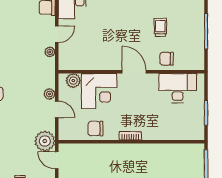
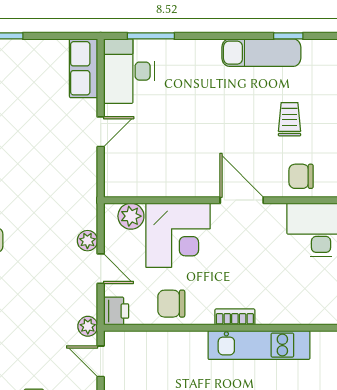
plant: (50, 52) -> (88, 164), removed
printer: (65, 133) -> (116, 311), added
plant: (45, 141) -> (88, 326), width x0.53, depth x0.53
kitchen unit: (144, 151) -> (259, 345), added

